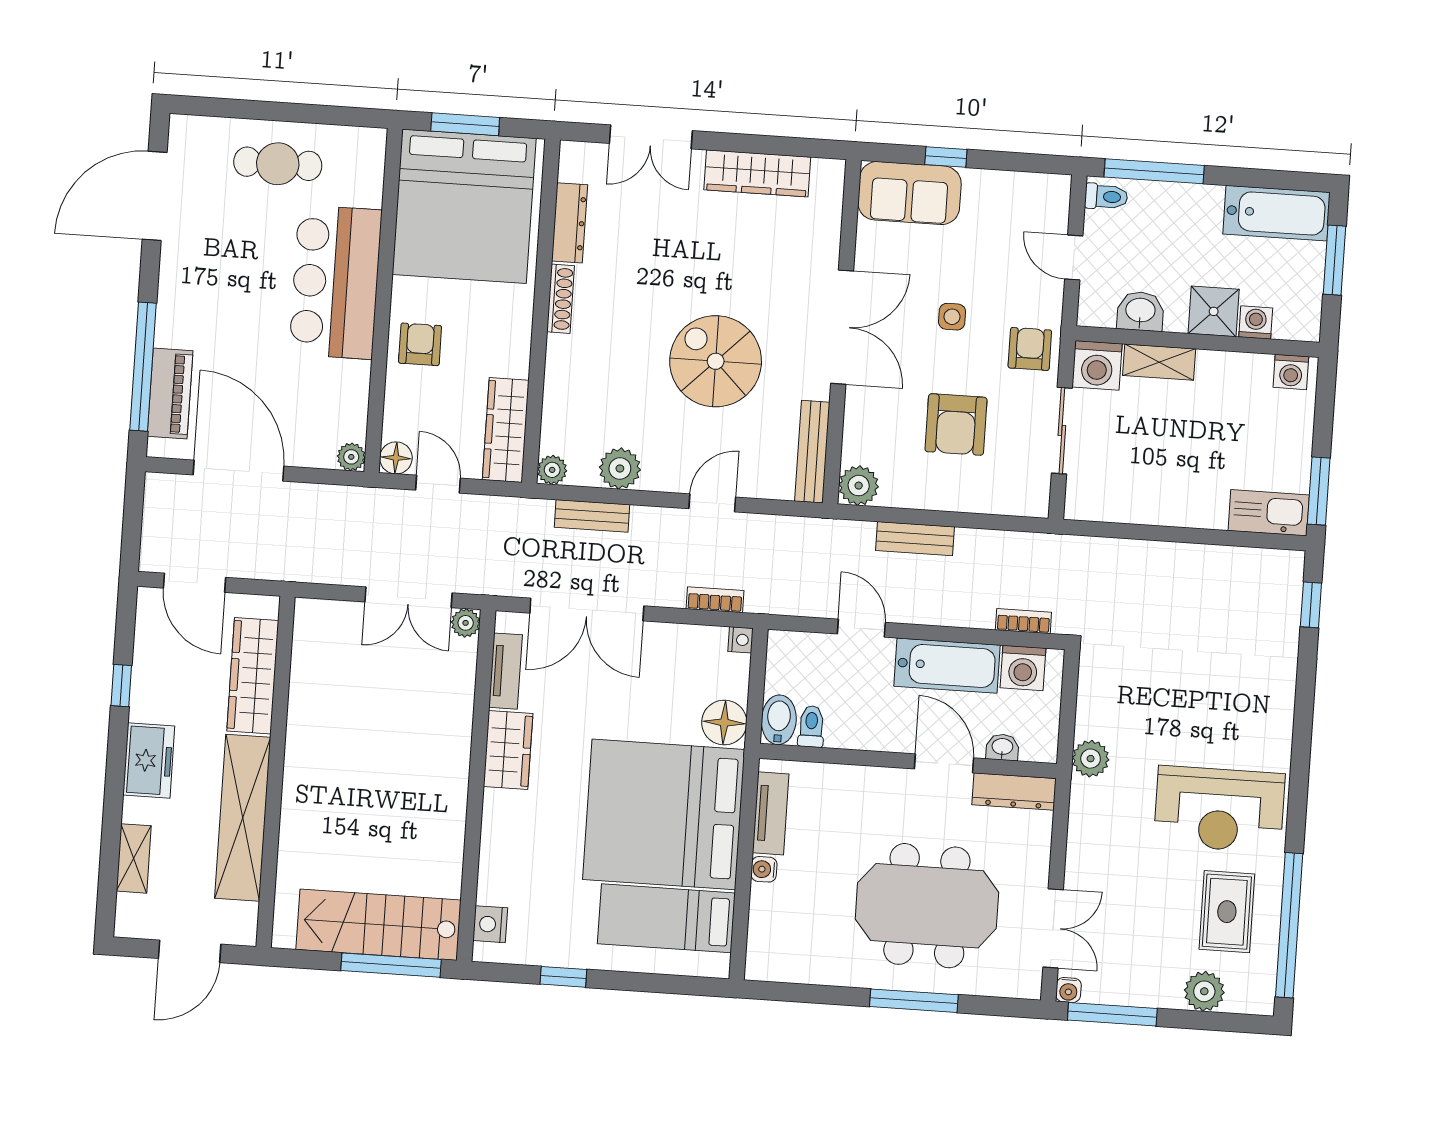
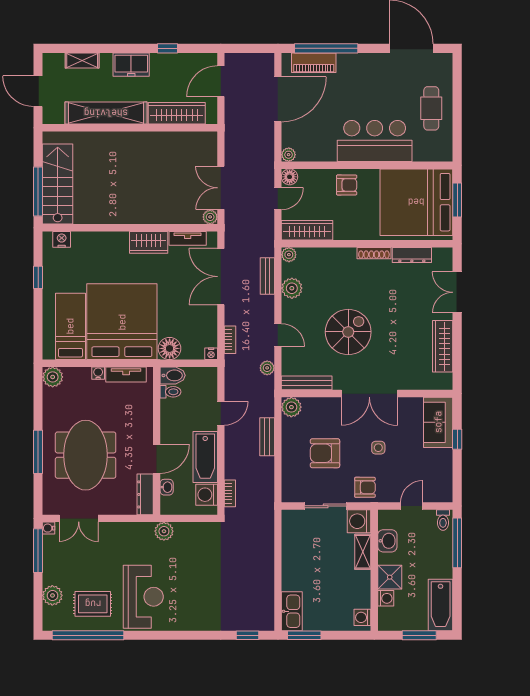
plant: (777, 529) -> (267, 368), added
reception desk: (1219, 809) -> (143, 597), turned 180
plant: (765, 961) -> (53, 377), added

